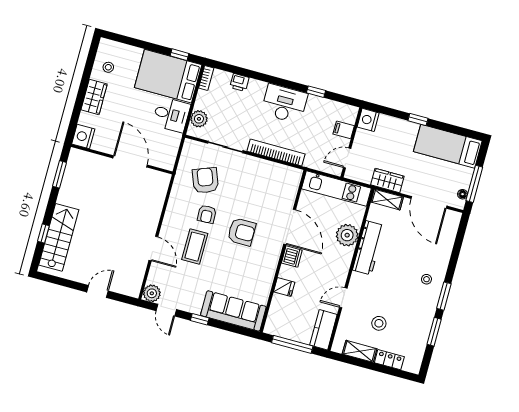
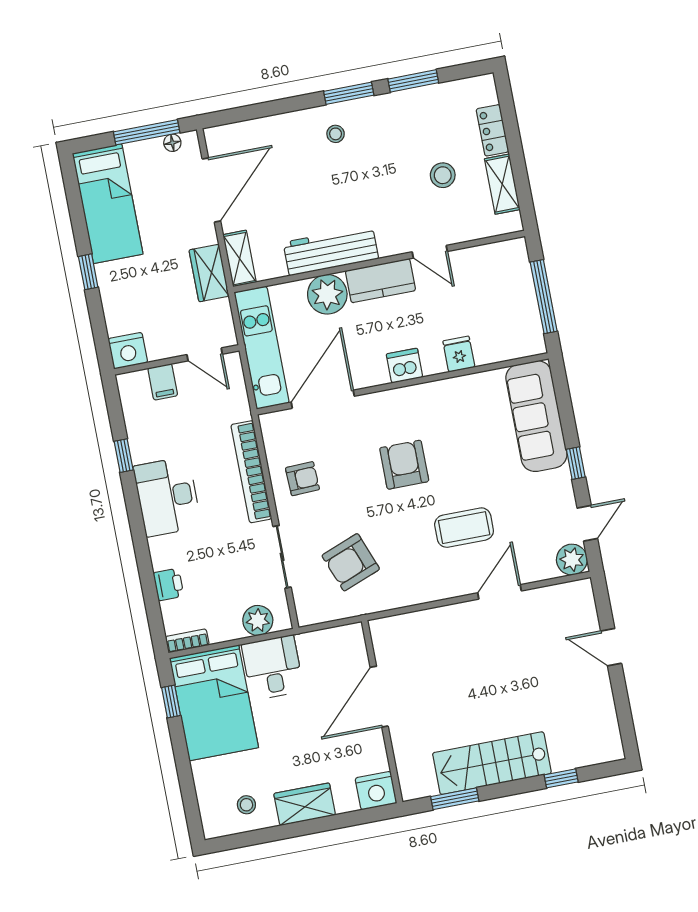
armchair: (207, 214) -> (302, 479), moved
door: (290, 227) -> (323, 399), moved
stairs: (59, 237) -> (492, 763), moved
kitchen counter: (323, 330) -> (380, 281), moved

